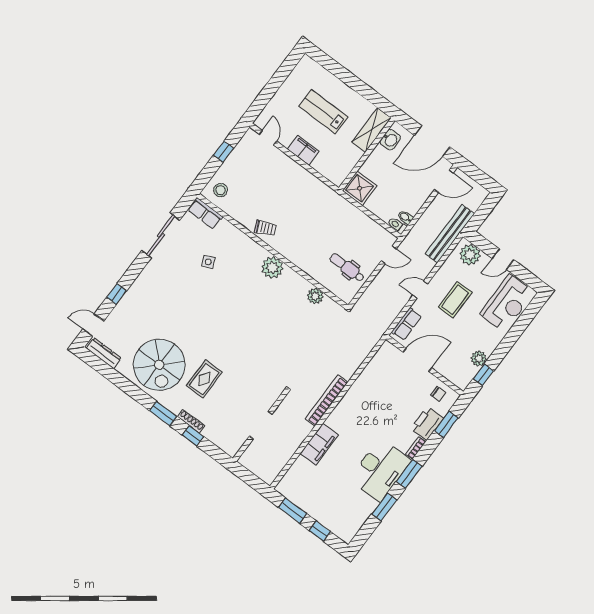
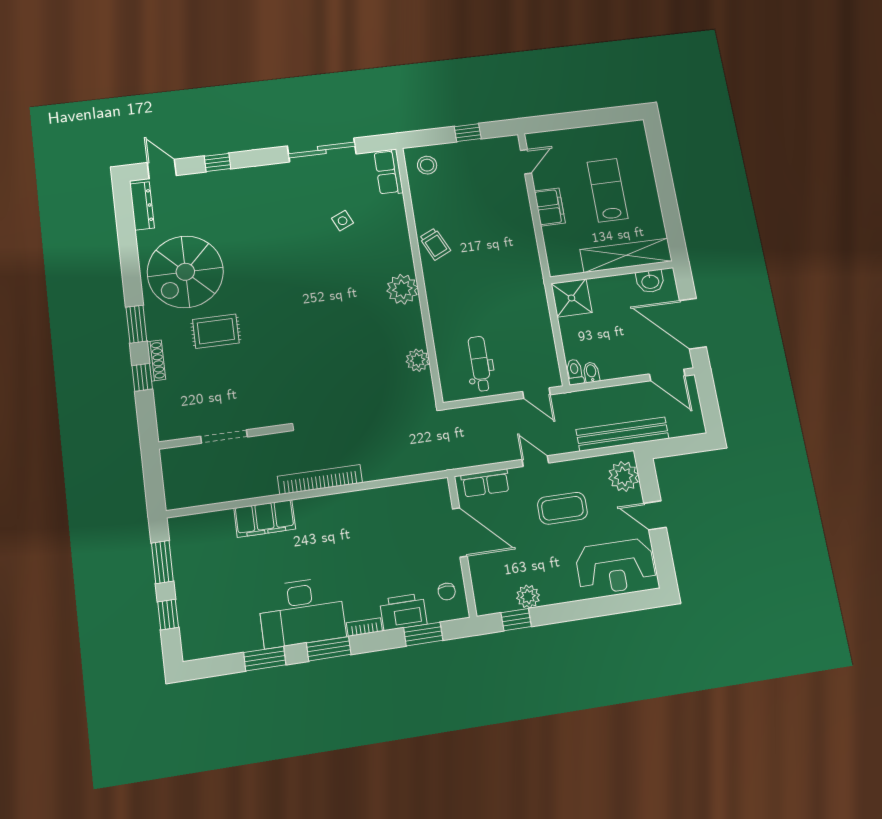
shelving: (372, 130) -> (626, 255), width x1.47

